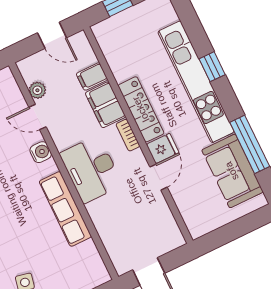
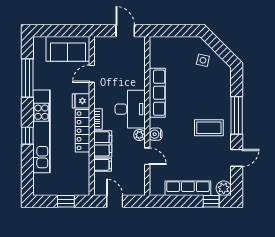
plant: (37, 90) -> (139, 135), moved
sofa: (232, 171) -> (68, 49), moved, turned 90
door: (159, 177) -> (92, 74), moved

